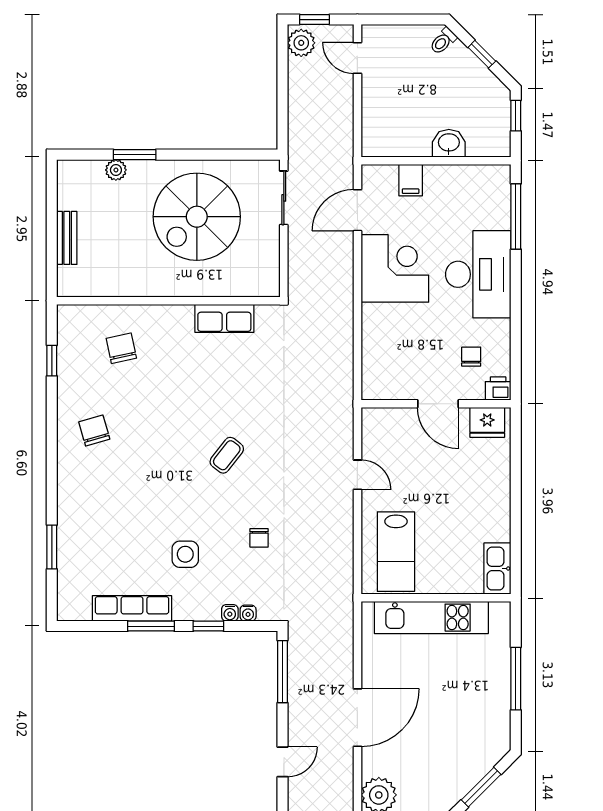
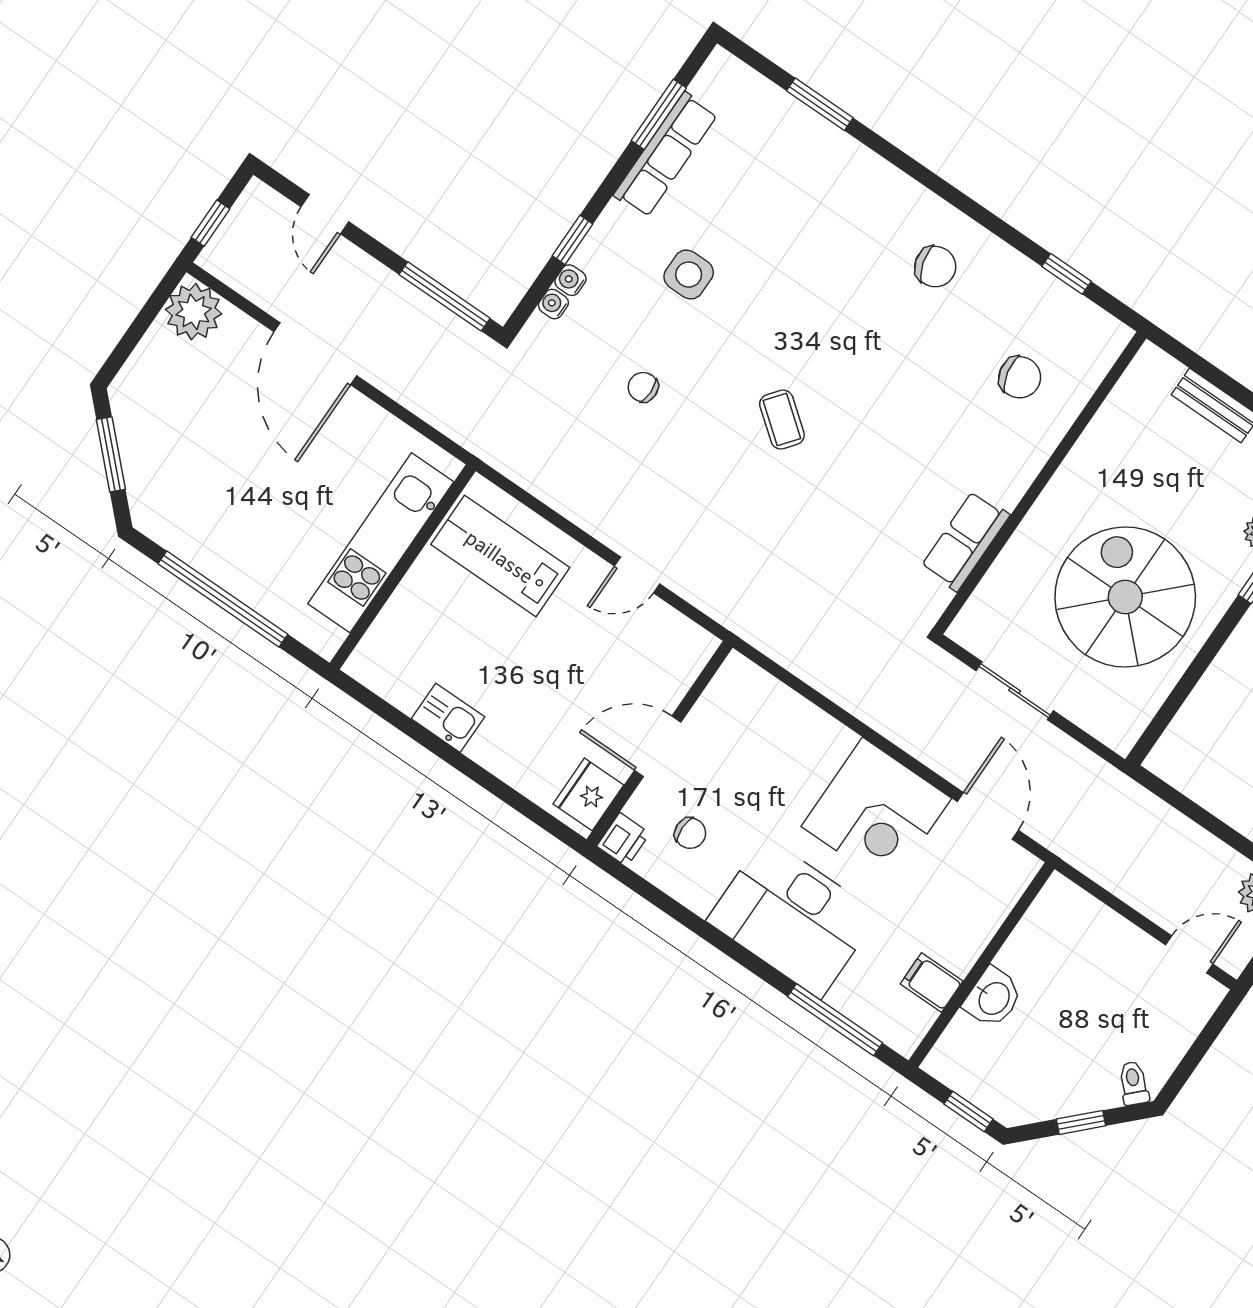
filing cabinet: (411, 180) -> (932, 982), moved
sliding door: (284, 198) -> (1015, 691), moved
kitchen sink: (497, 569) -> (448, 718), moved, width x0.73
window: (151, 626) -> (659, 114), moved
window: (516, 679) -> (223, 599), width x1.46

